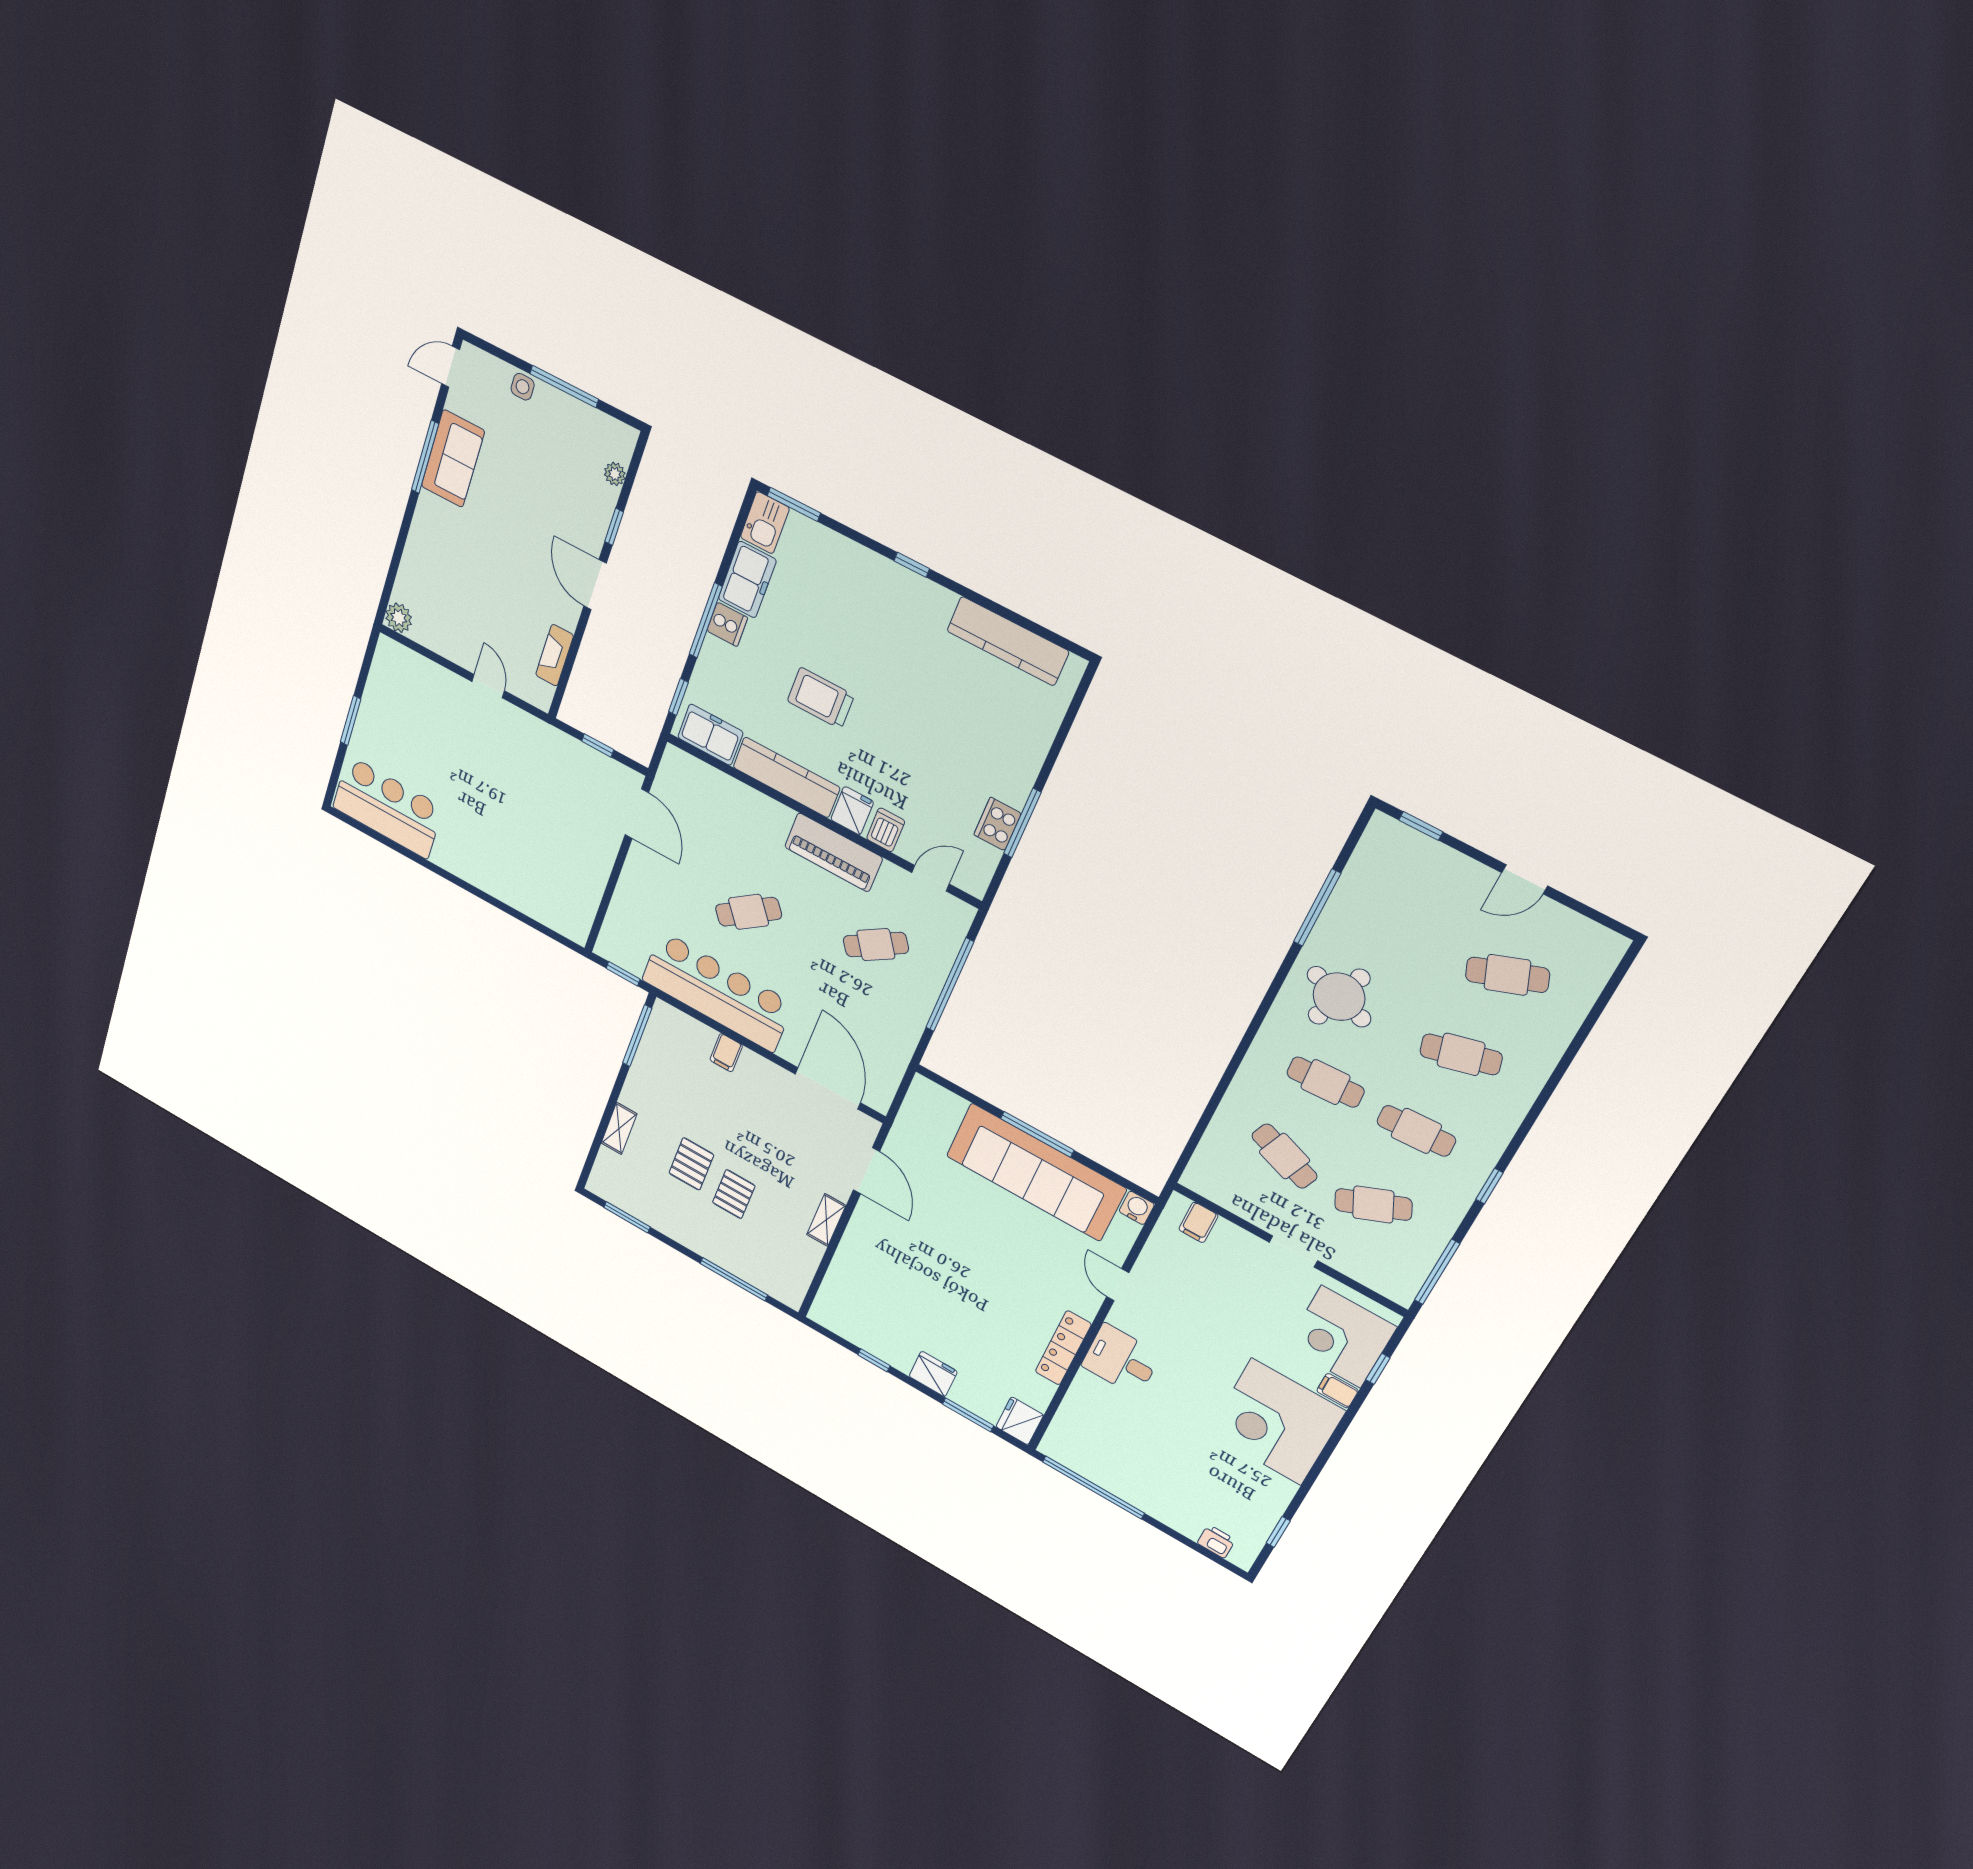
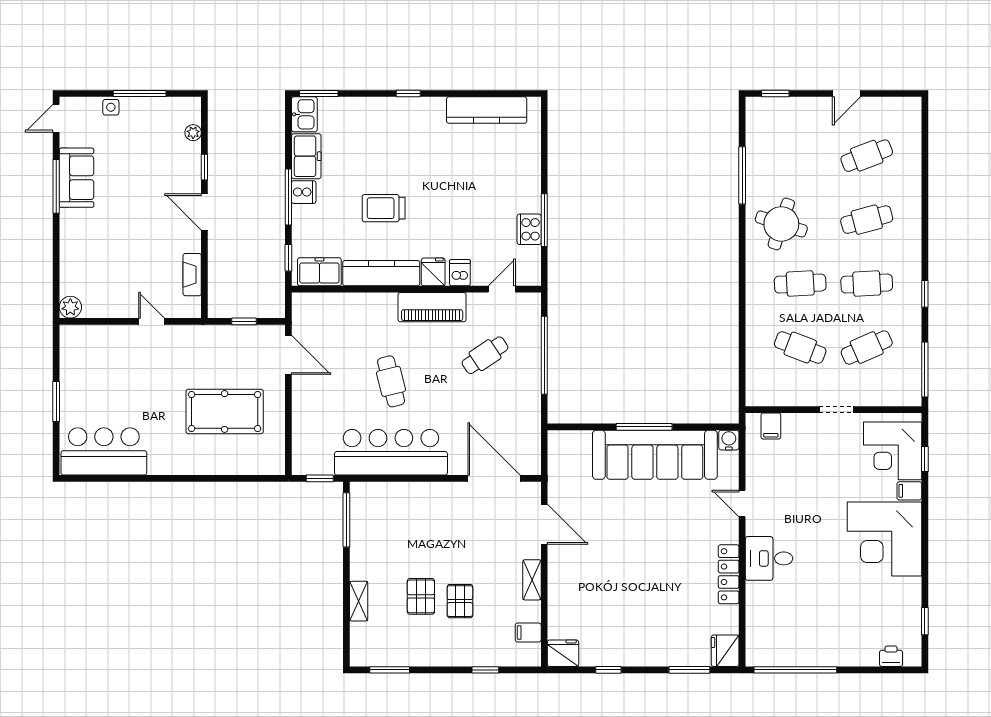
pool table: (539, 838) -> (225, 411), added
cafe table: (748, 912) -> (391, 381), turned -67
filing cabinet: (726, 1053) -> (528, 633), moved, turned 90
window: (734, 1279) -> (485, 670), width x0.46
fridge: (933, 1374) -> (563, 653), moved

